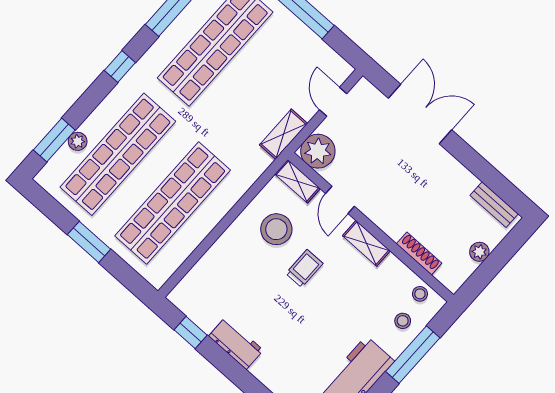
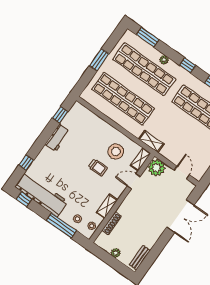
door: (333, 102) -> (182, 173), hinge flipped
shelving: (284, 134) -> (151, 142), moved
plant: (78, 141) -> (164, 60), moved
shelving: (366, 243) -> (107, 206), moved

